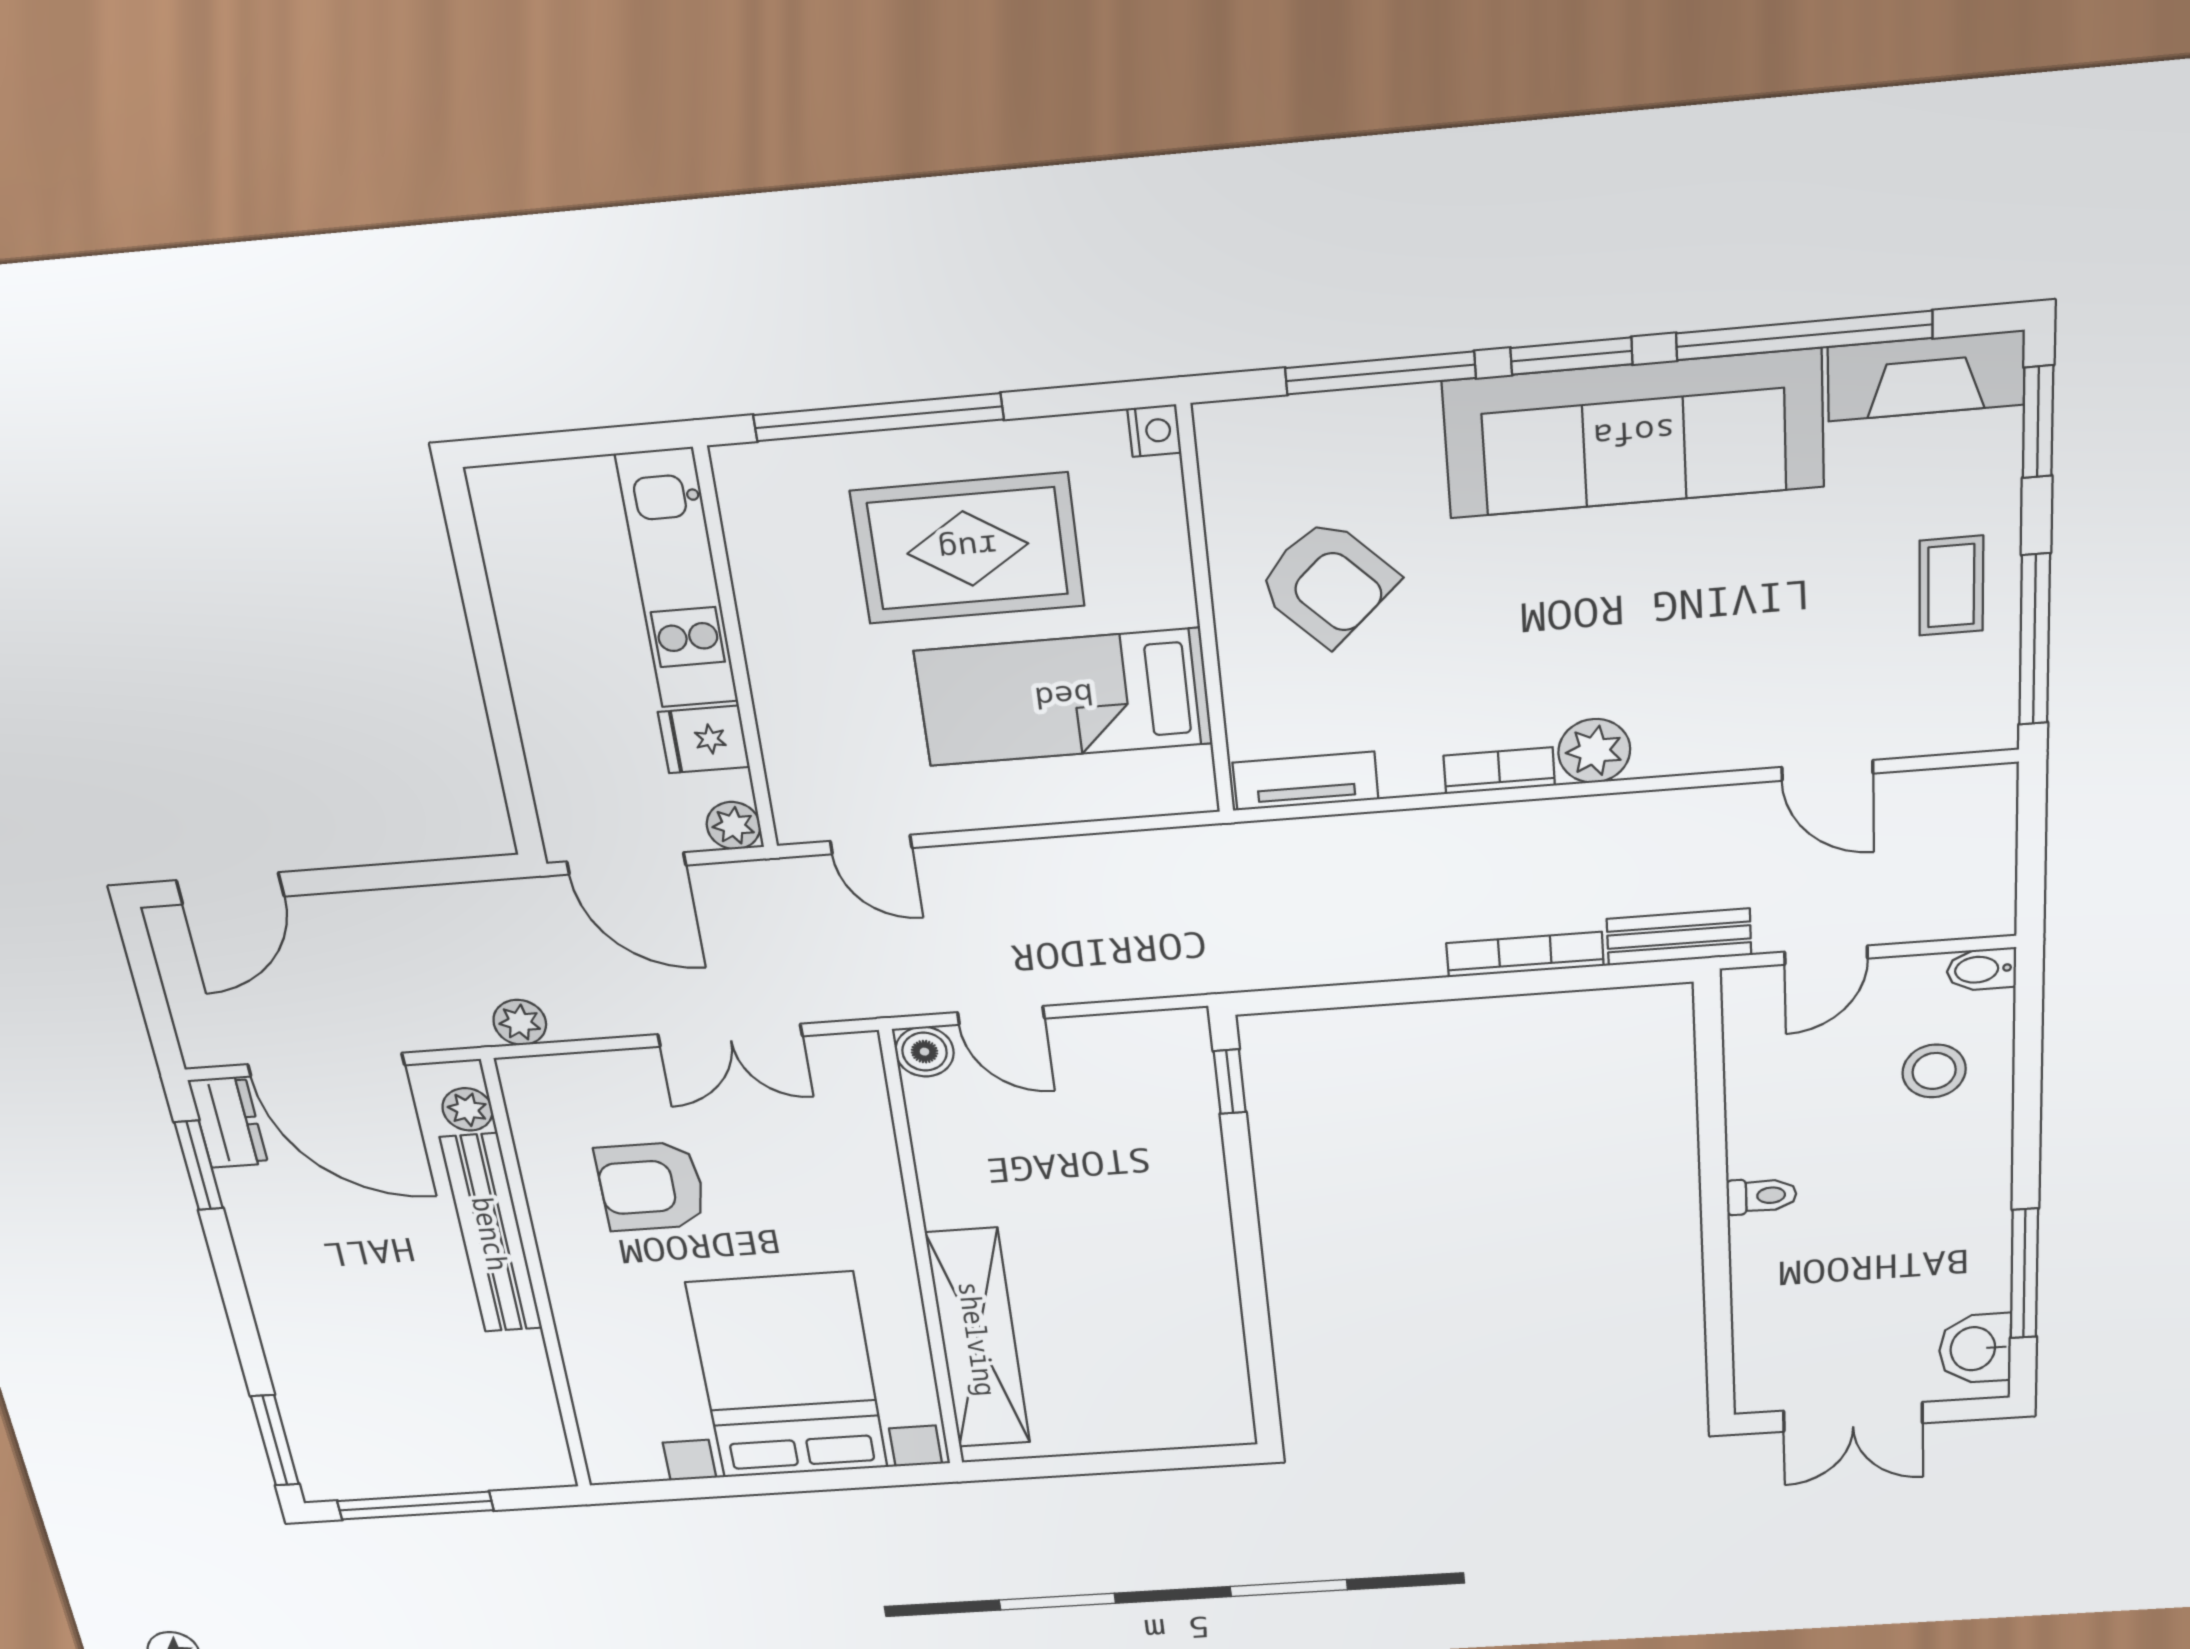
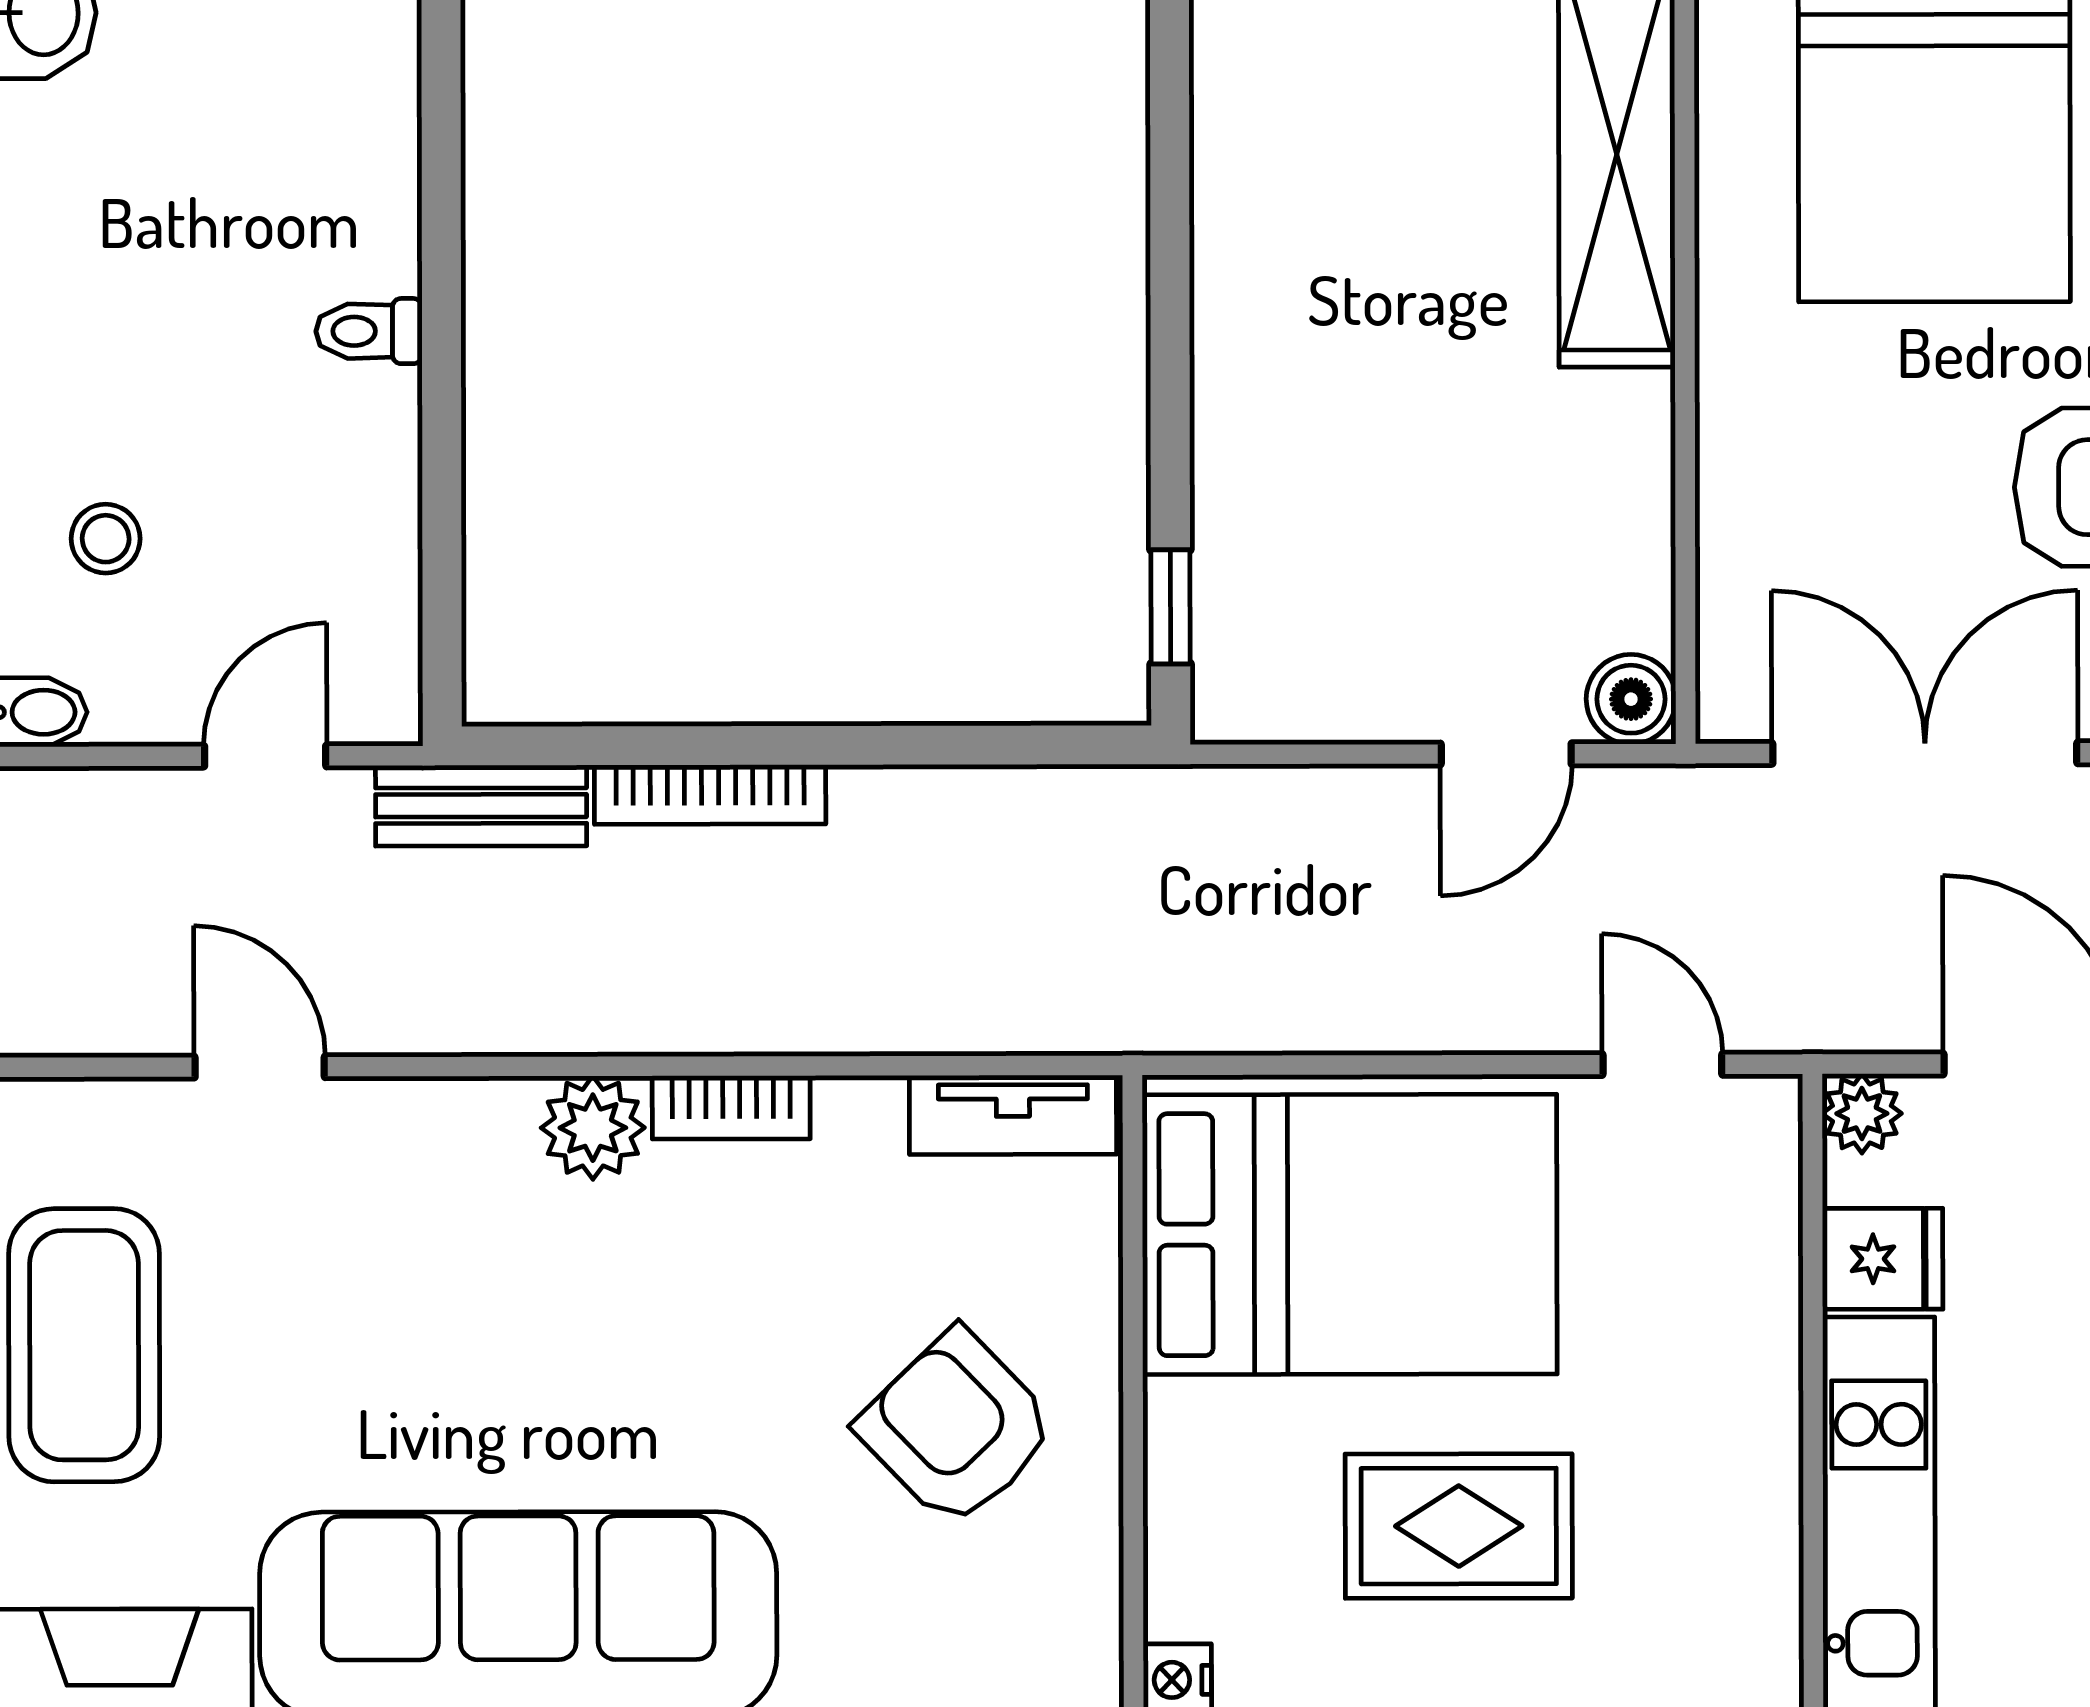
rug: (968, 549) -> (1459, 1526), width x0.73, depth x0.70
coffee table: (1951, 586) -> (84, 1345), width x1.86, depth x1.72
bed: (1064, 697) -> (1350, 1234), width x1.50
door: (1001, 1015) -> (1506, 754), swing flipped
double door: (730, 1035) -> (1925, 753), width x1.37
stool: (1934, 1071) -> (106, 539), width x0.73, depth x0.73

